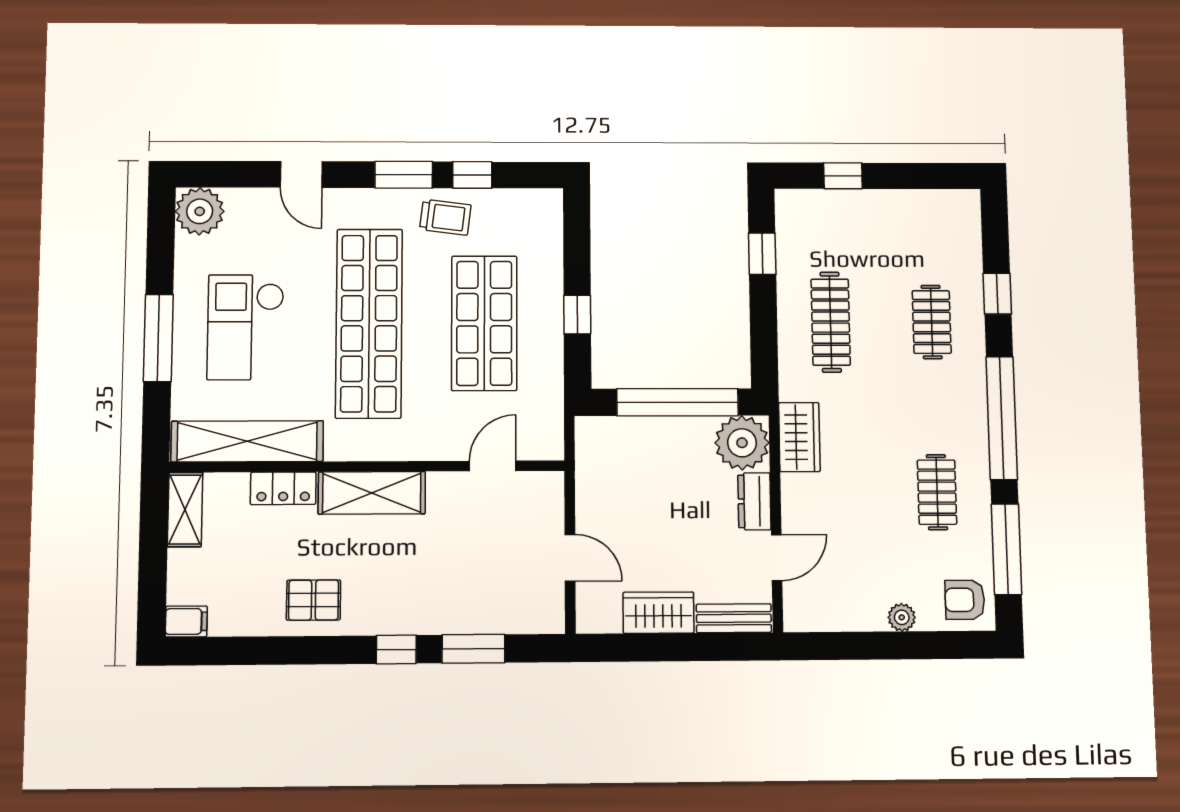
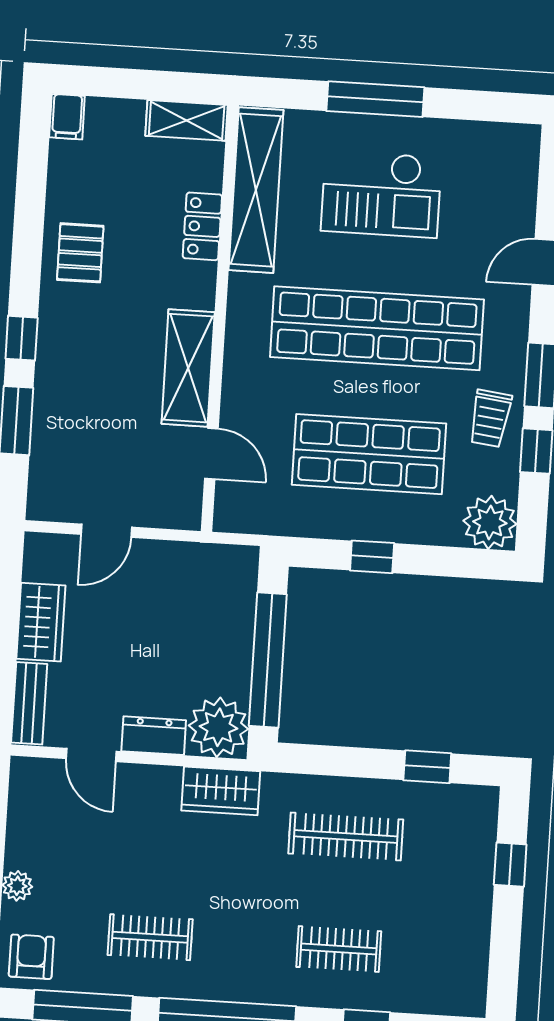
plant: (200, 211) -> (490, 522), moved
checkout: (246, 327) -> (381, 194), turned 180
shelving: (372, 493) -> (188, 368), moved

